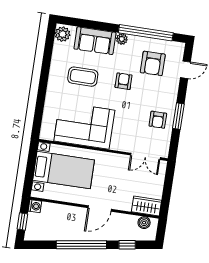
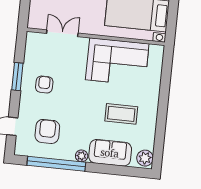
armchair: (124, 81) -> (78, 111), removed
armchair: (158, 120) -> (44, 85), moved
double door: (145, 156) -> (62, 33), moved

